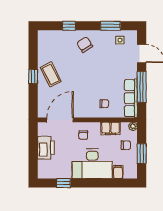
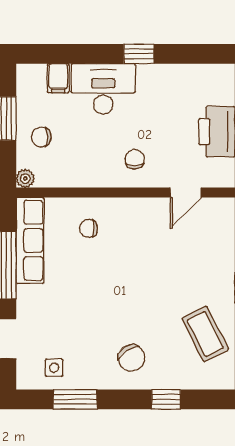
coffee table: (51, 74) -> (205, 334), moved
door: (60, 120) -> (186, 193), width x0.53
filing cabinet: (110, 128) -> (75, 174), removed
desk: (92, 164) -> (103, 89), width x0.73, depth x0.77
window: (64, 183) -> (139, 54), moved

